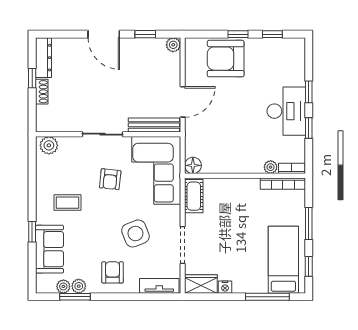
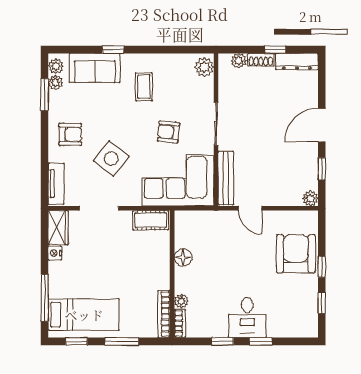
door: (183, 102) -> (250, 208), width x0.73
desk: (286, 111) -> (247, 318), width x0.73
plant: (43, 113) -> (239, 61), added
floor lamp: (193, 165) -> (183, 257), moved
side table: (135, 233) -> (111, 159), turned -31
plant: (79, 286) -> (56, 66), moved

